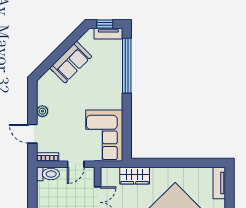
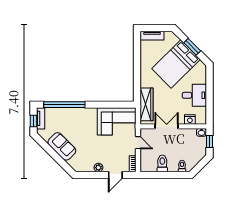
toilet: (48, 174) -> (162, 163), moved
wardrobe: (135, 176) -> (146, 104), width x1.50

